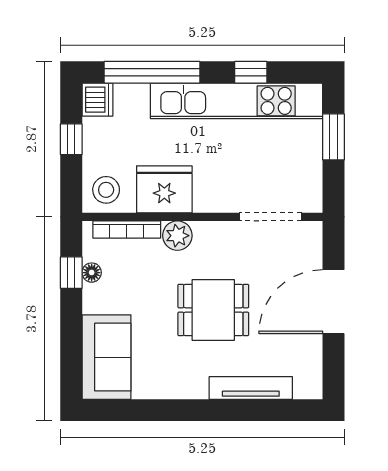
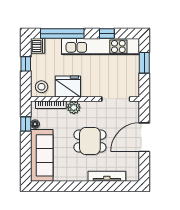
sofa: (106, 357) -> (42, 155), width x1.36

